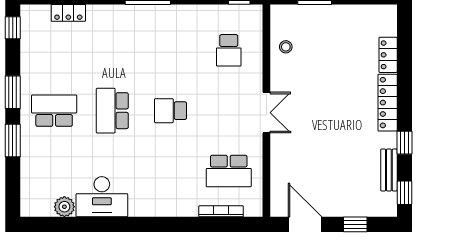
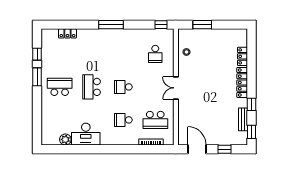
window: (13, 28) -> (37, 54), moved
double door: (266, 113) -> (176, 88), swing flipped
window: (13, 141) -> (37, 103), removed
school desk: (171, 171) -> (123, 120), added

